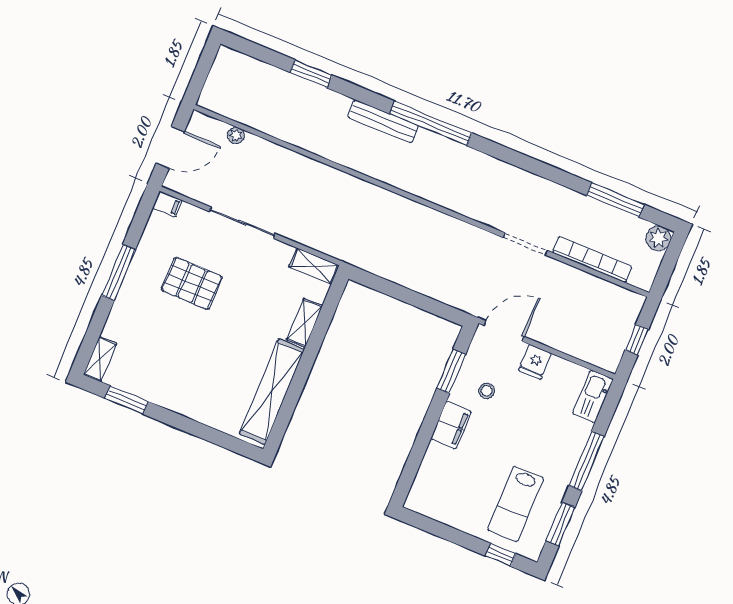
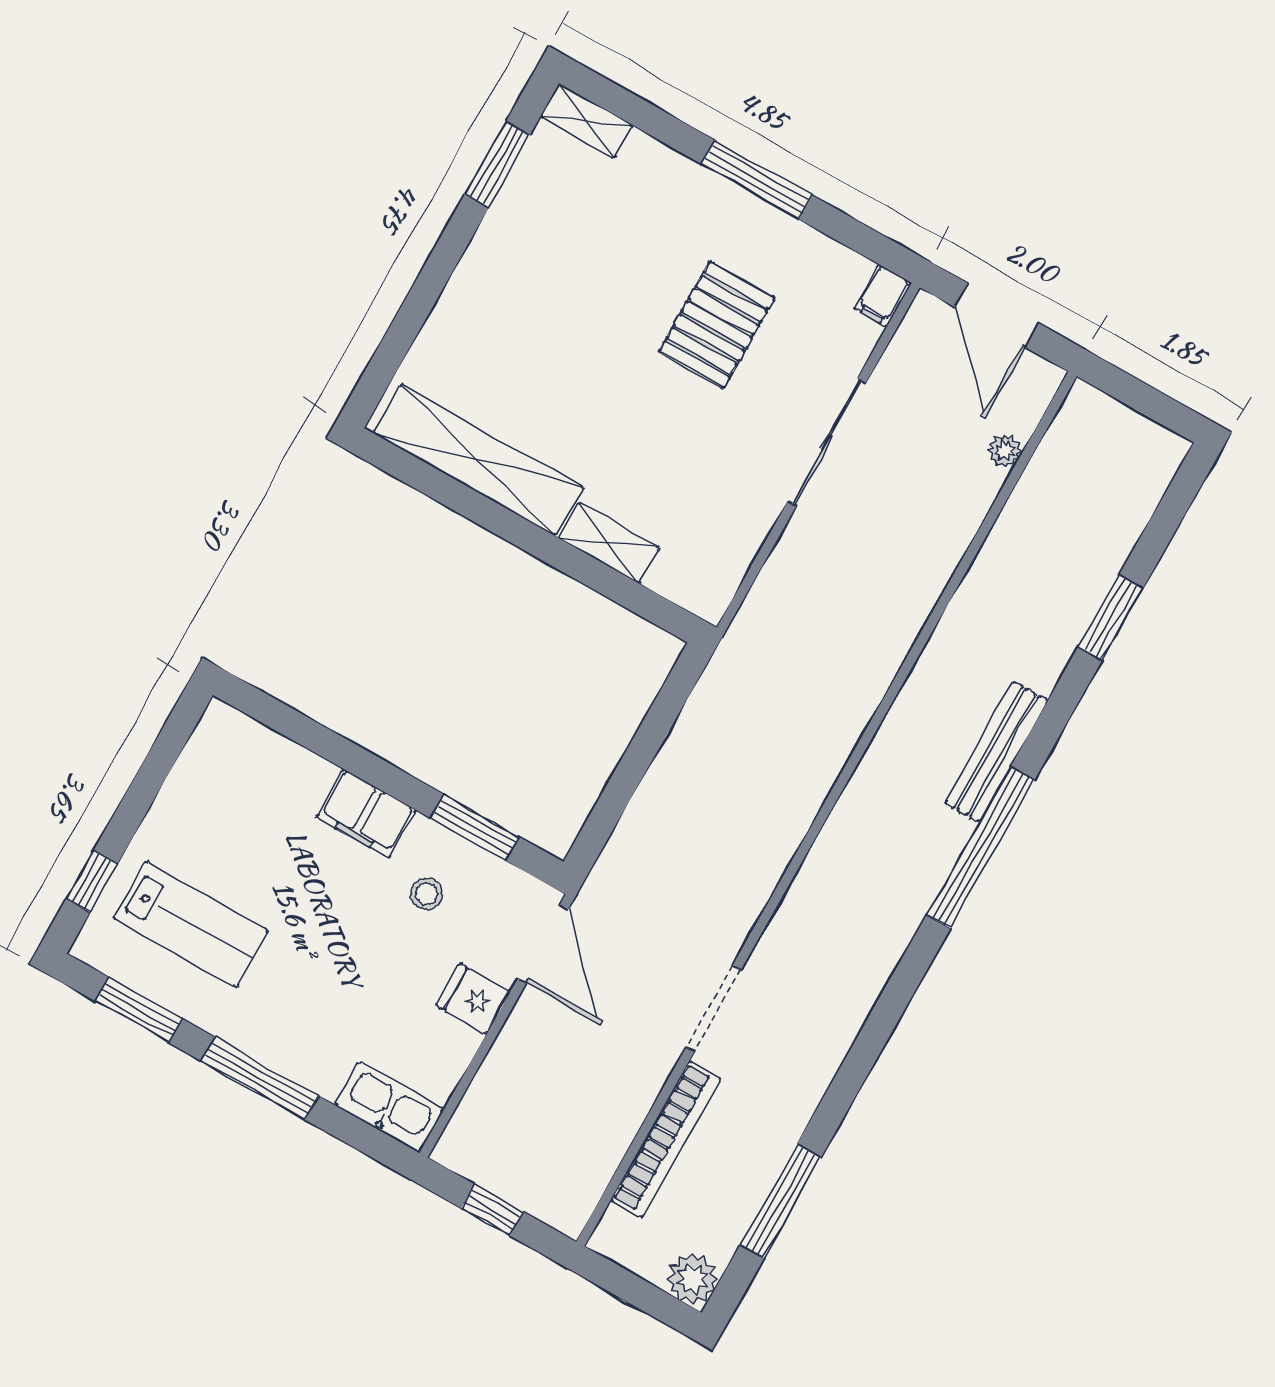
shelving: (314, 266) -> (721, 576), removed
lab bench: (515, 504) -> (191, 924), turned 180

